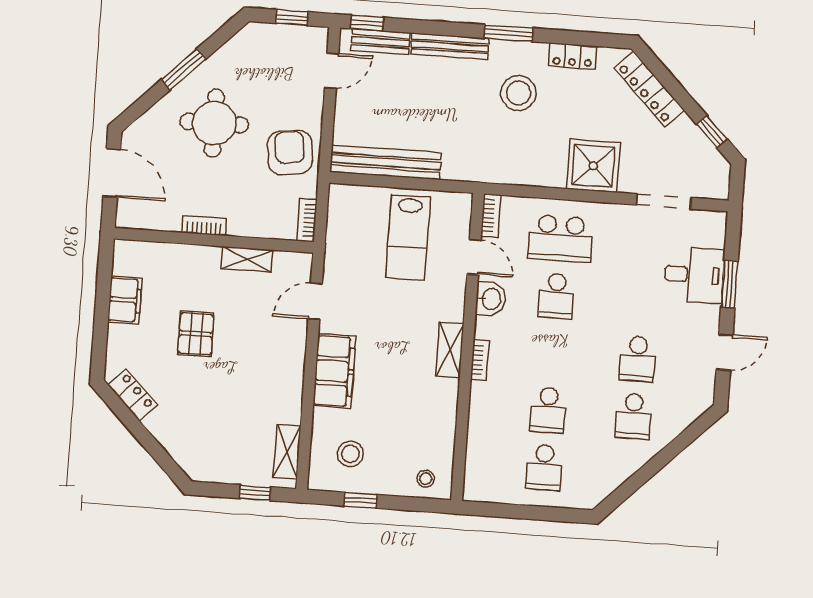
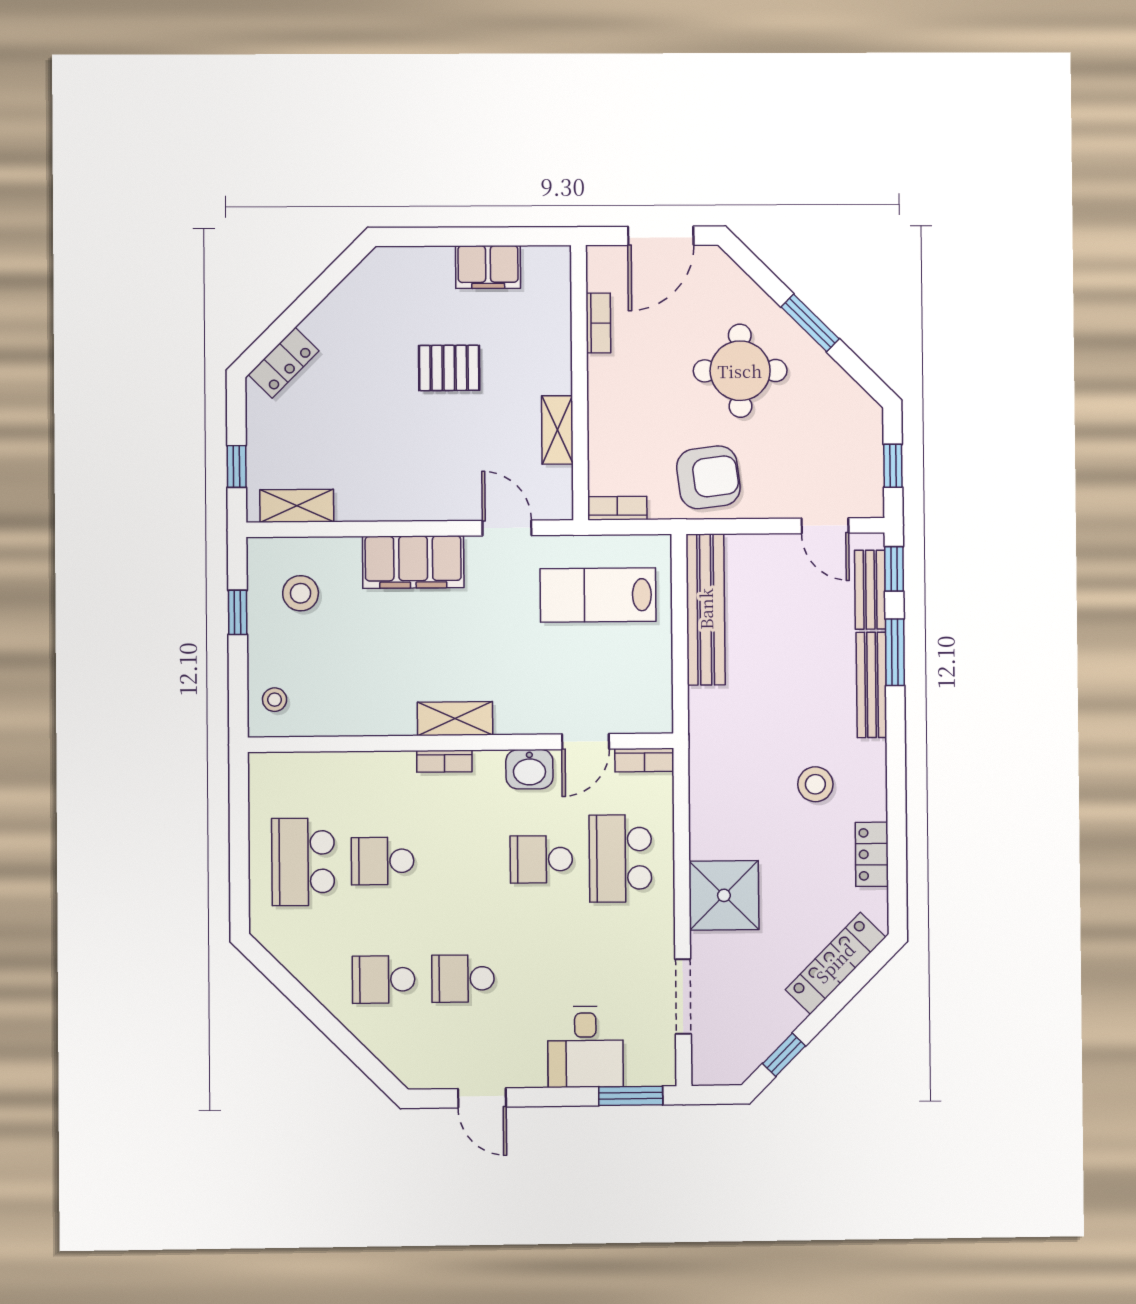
window: (509, 33) -> (895, 652), moved
stool: (518, 93) -> (815, 784), width x0.73, depth x0.73
bookcase: (204, 226) -> (598, 323), moved
lab bench: (408, 237) -> (598, 595), moved
window: (729, 284) -> (631, 1096), moved
locker: (133, 395) -> (284, 363), moved
school desk: (544, 467) -> (303, 862), width x1.85

